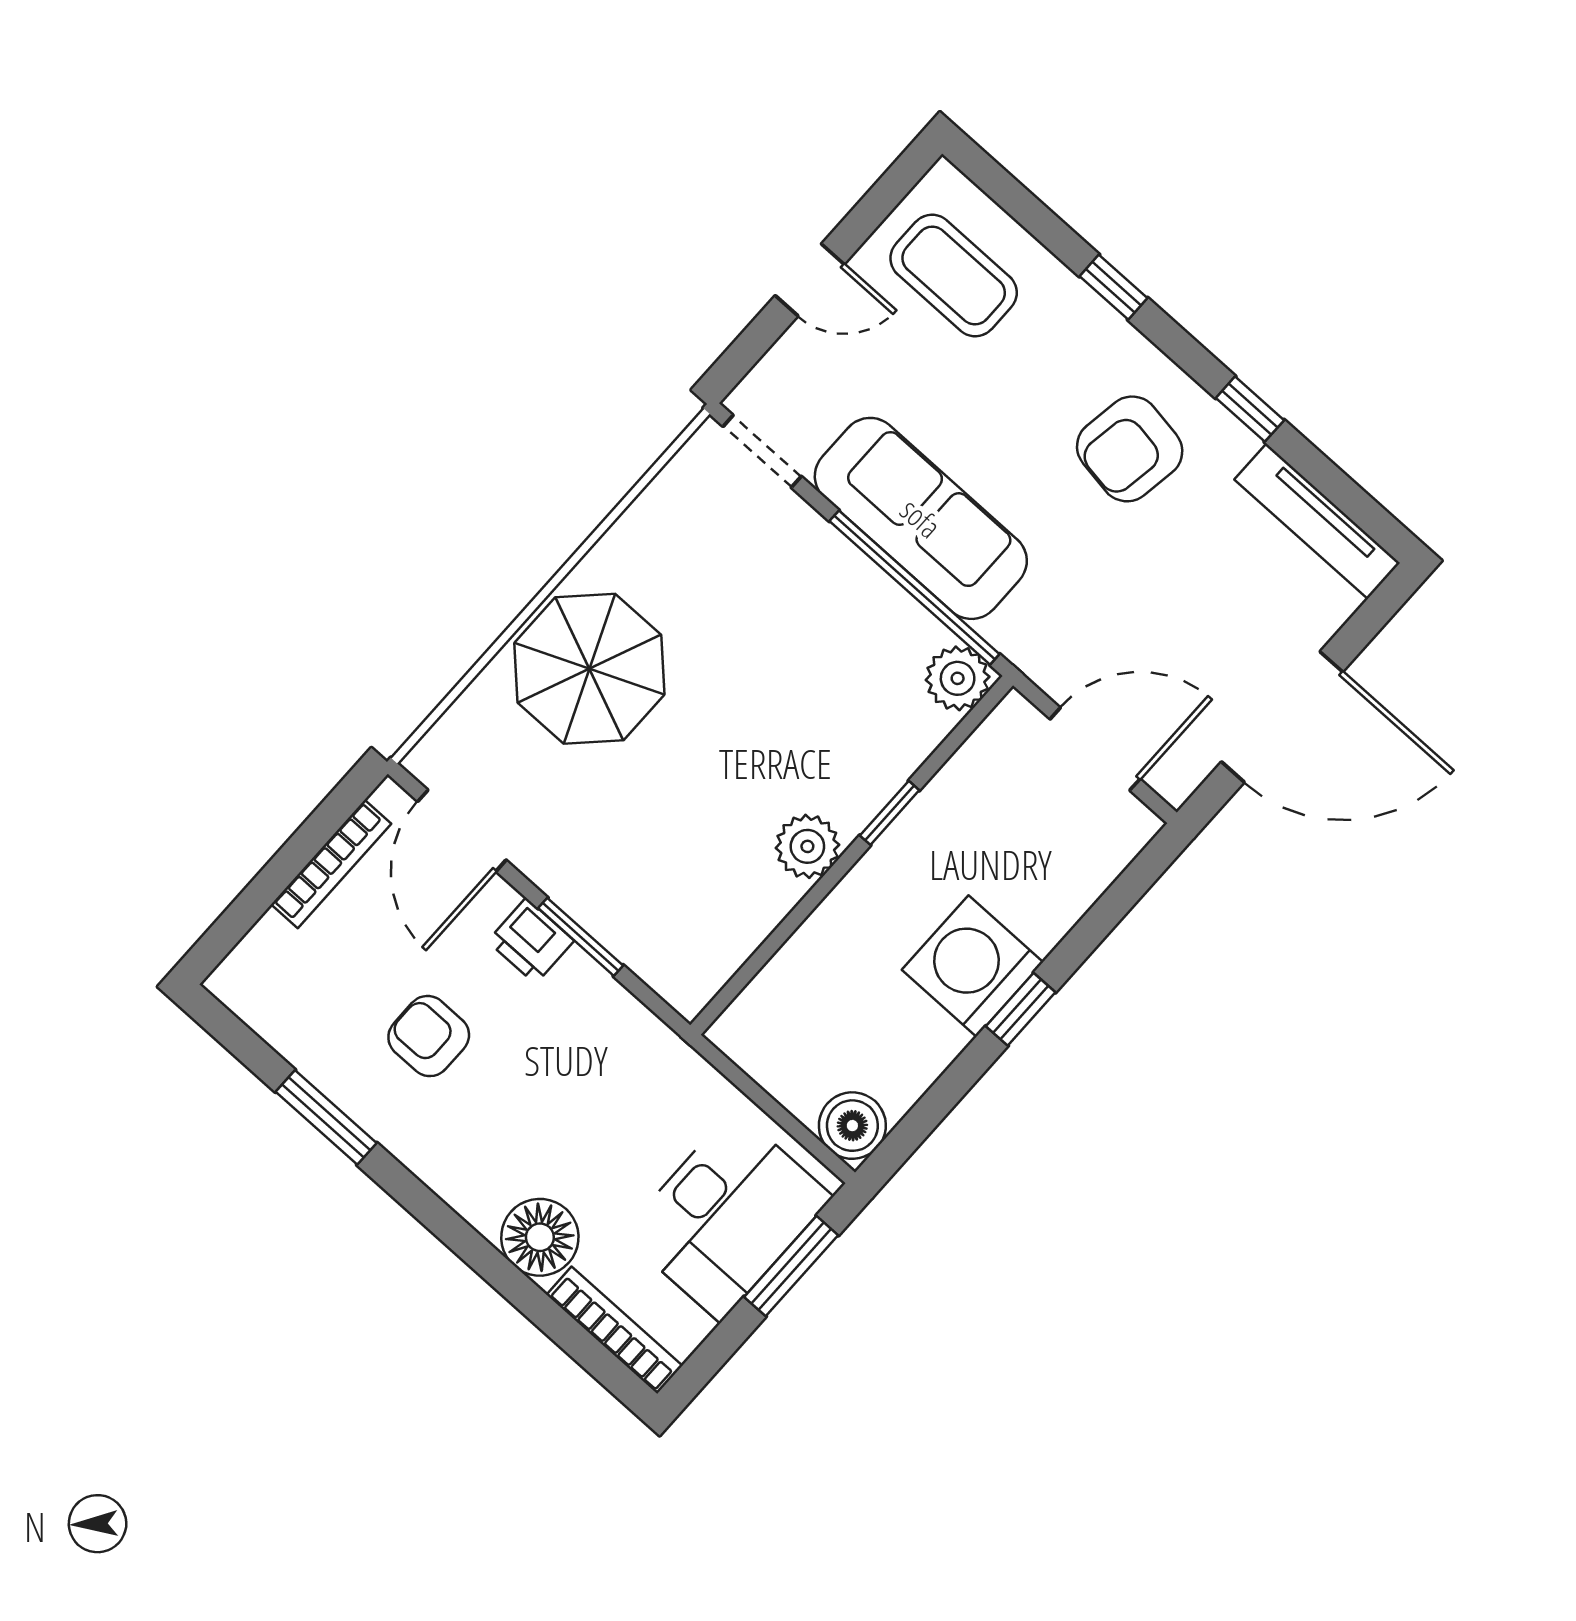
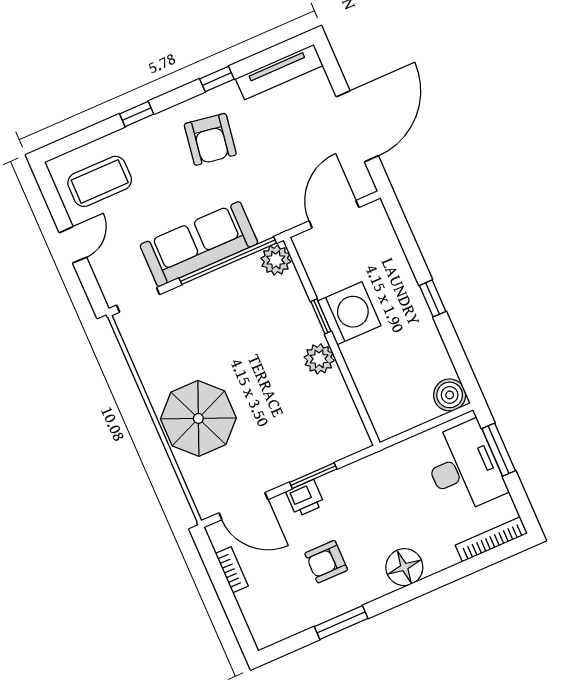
bookcase: (331, 864) -> (232, 570), width x0.64
washing machine: (973, 966) -> (349, 313), moved, turned 180
floor lamp: (540, 1237) -> (404, 567), moved

